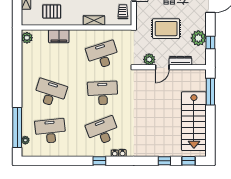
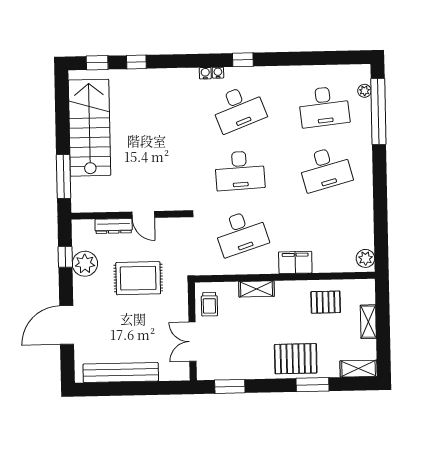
filing cabinet: (59, 36) -> (295, 262), moved
plant: (149, 59) -> (165, 227), removed
door: (162, 67) -> (143, 215), swing flipped
desk: (50, 93) -> (325, 169), turned -33

